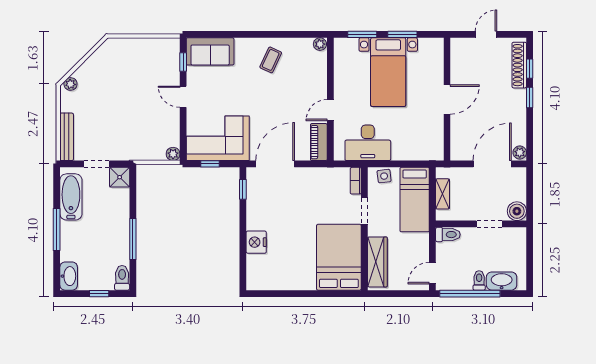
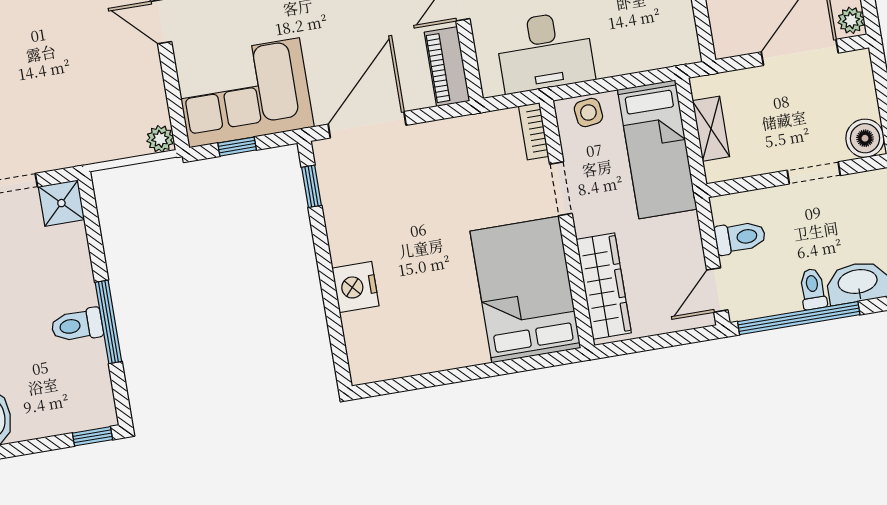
toilet: (448, 235) -> (740, 237), moved
toilet: (122, 278) -> (77, 325), moved, turned -90
window: (99, 294) -> (93, 436), moved

